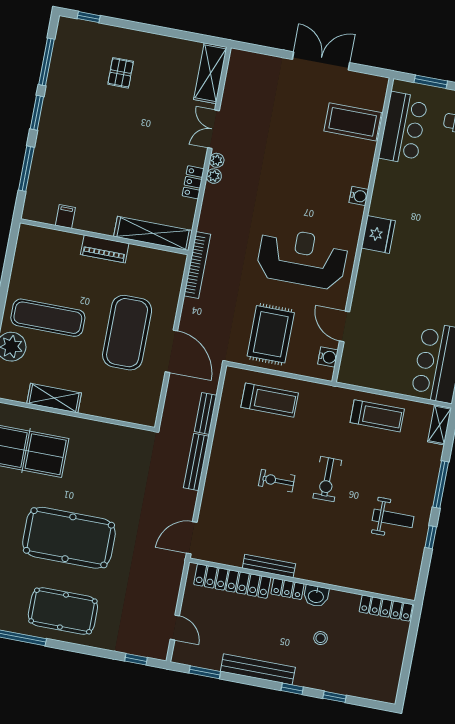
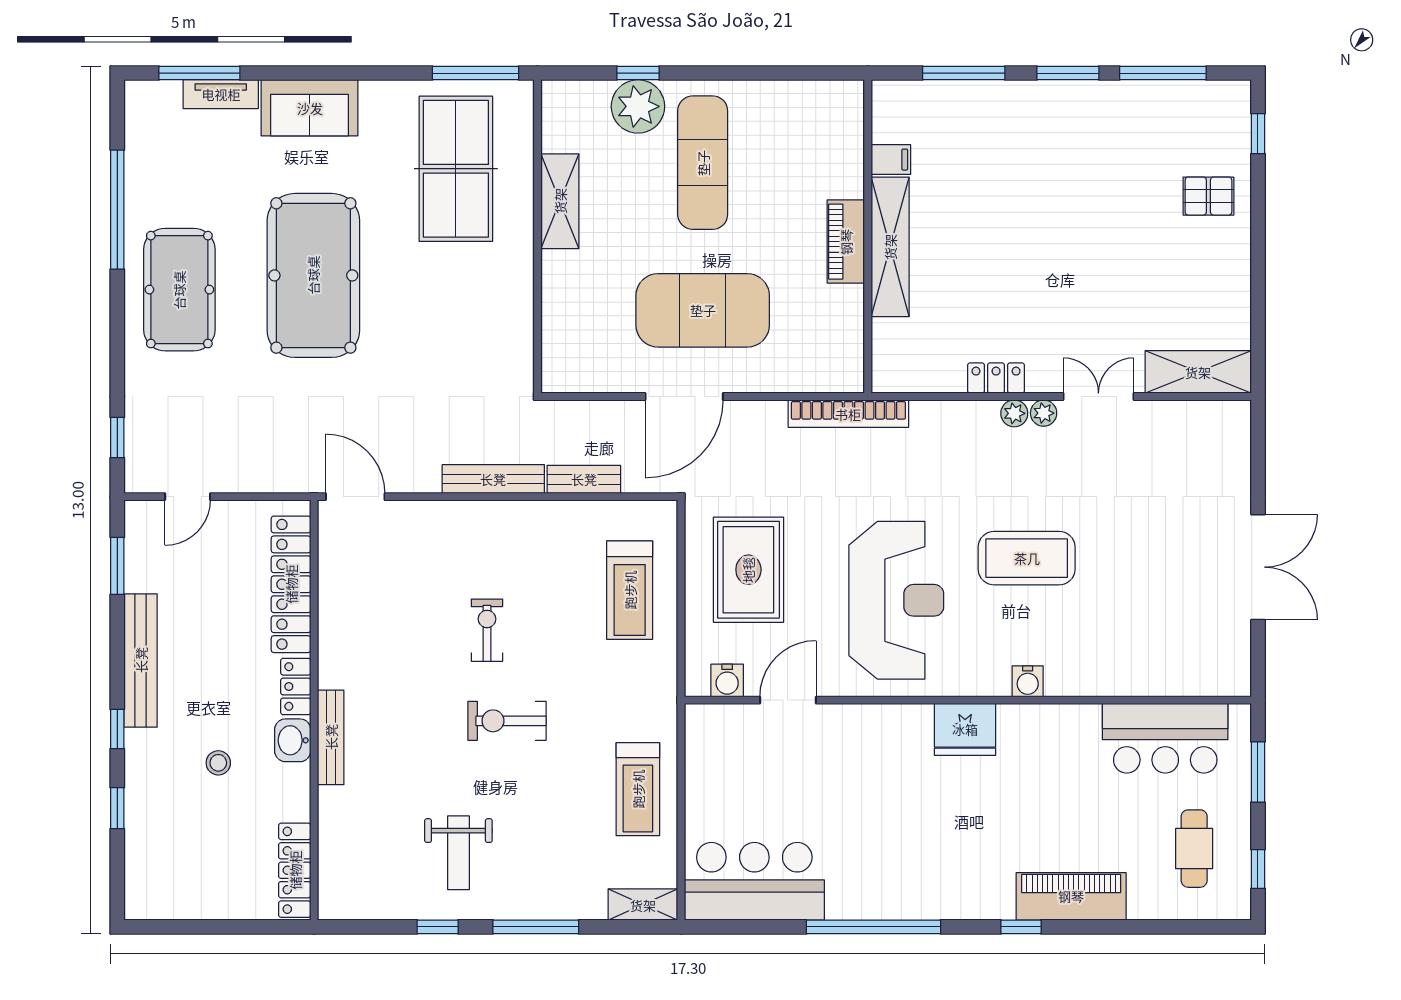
pallet: (121, 73) -> (1208, 196), moved
coffee table: (353, 122) -> (1027, 558), moved, turned 90
shelving: (153, 233) -> (890, 247), moved
rug: (271, 334) -> (748, 570), turned 90
bench: (269, 566) -> (331, 737), moved

